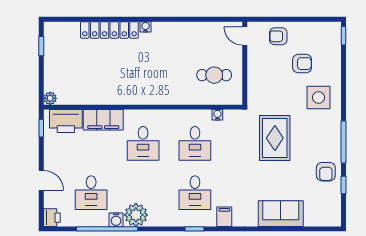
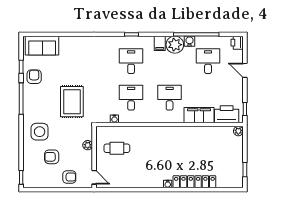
plant: (254, 79) -> (88, 145), added
sofa: (281, 214) -> (42, 46), moved
filing cabinet: (224, 217) -> (160, 43), moved

